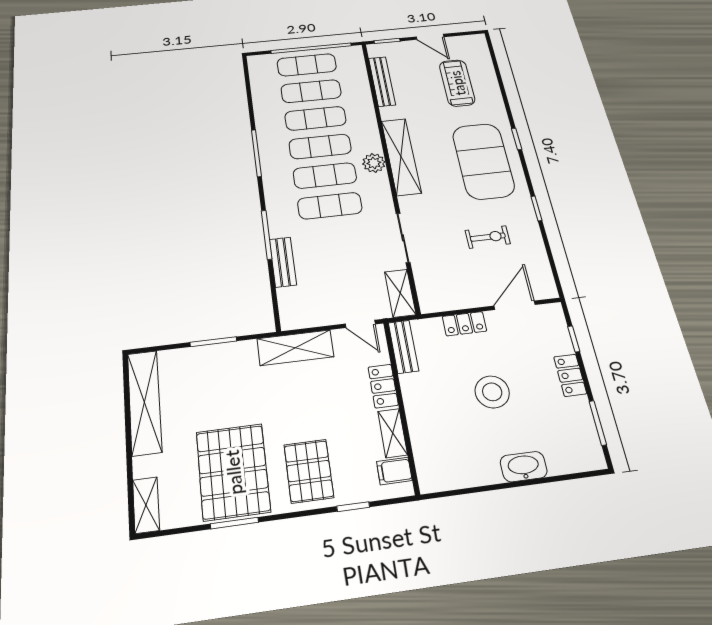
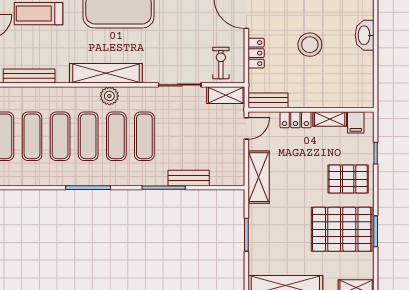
exercise bike: (488, 237) -> (221, 63), moved

